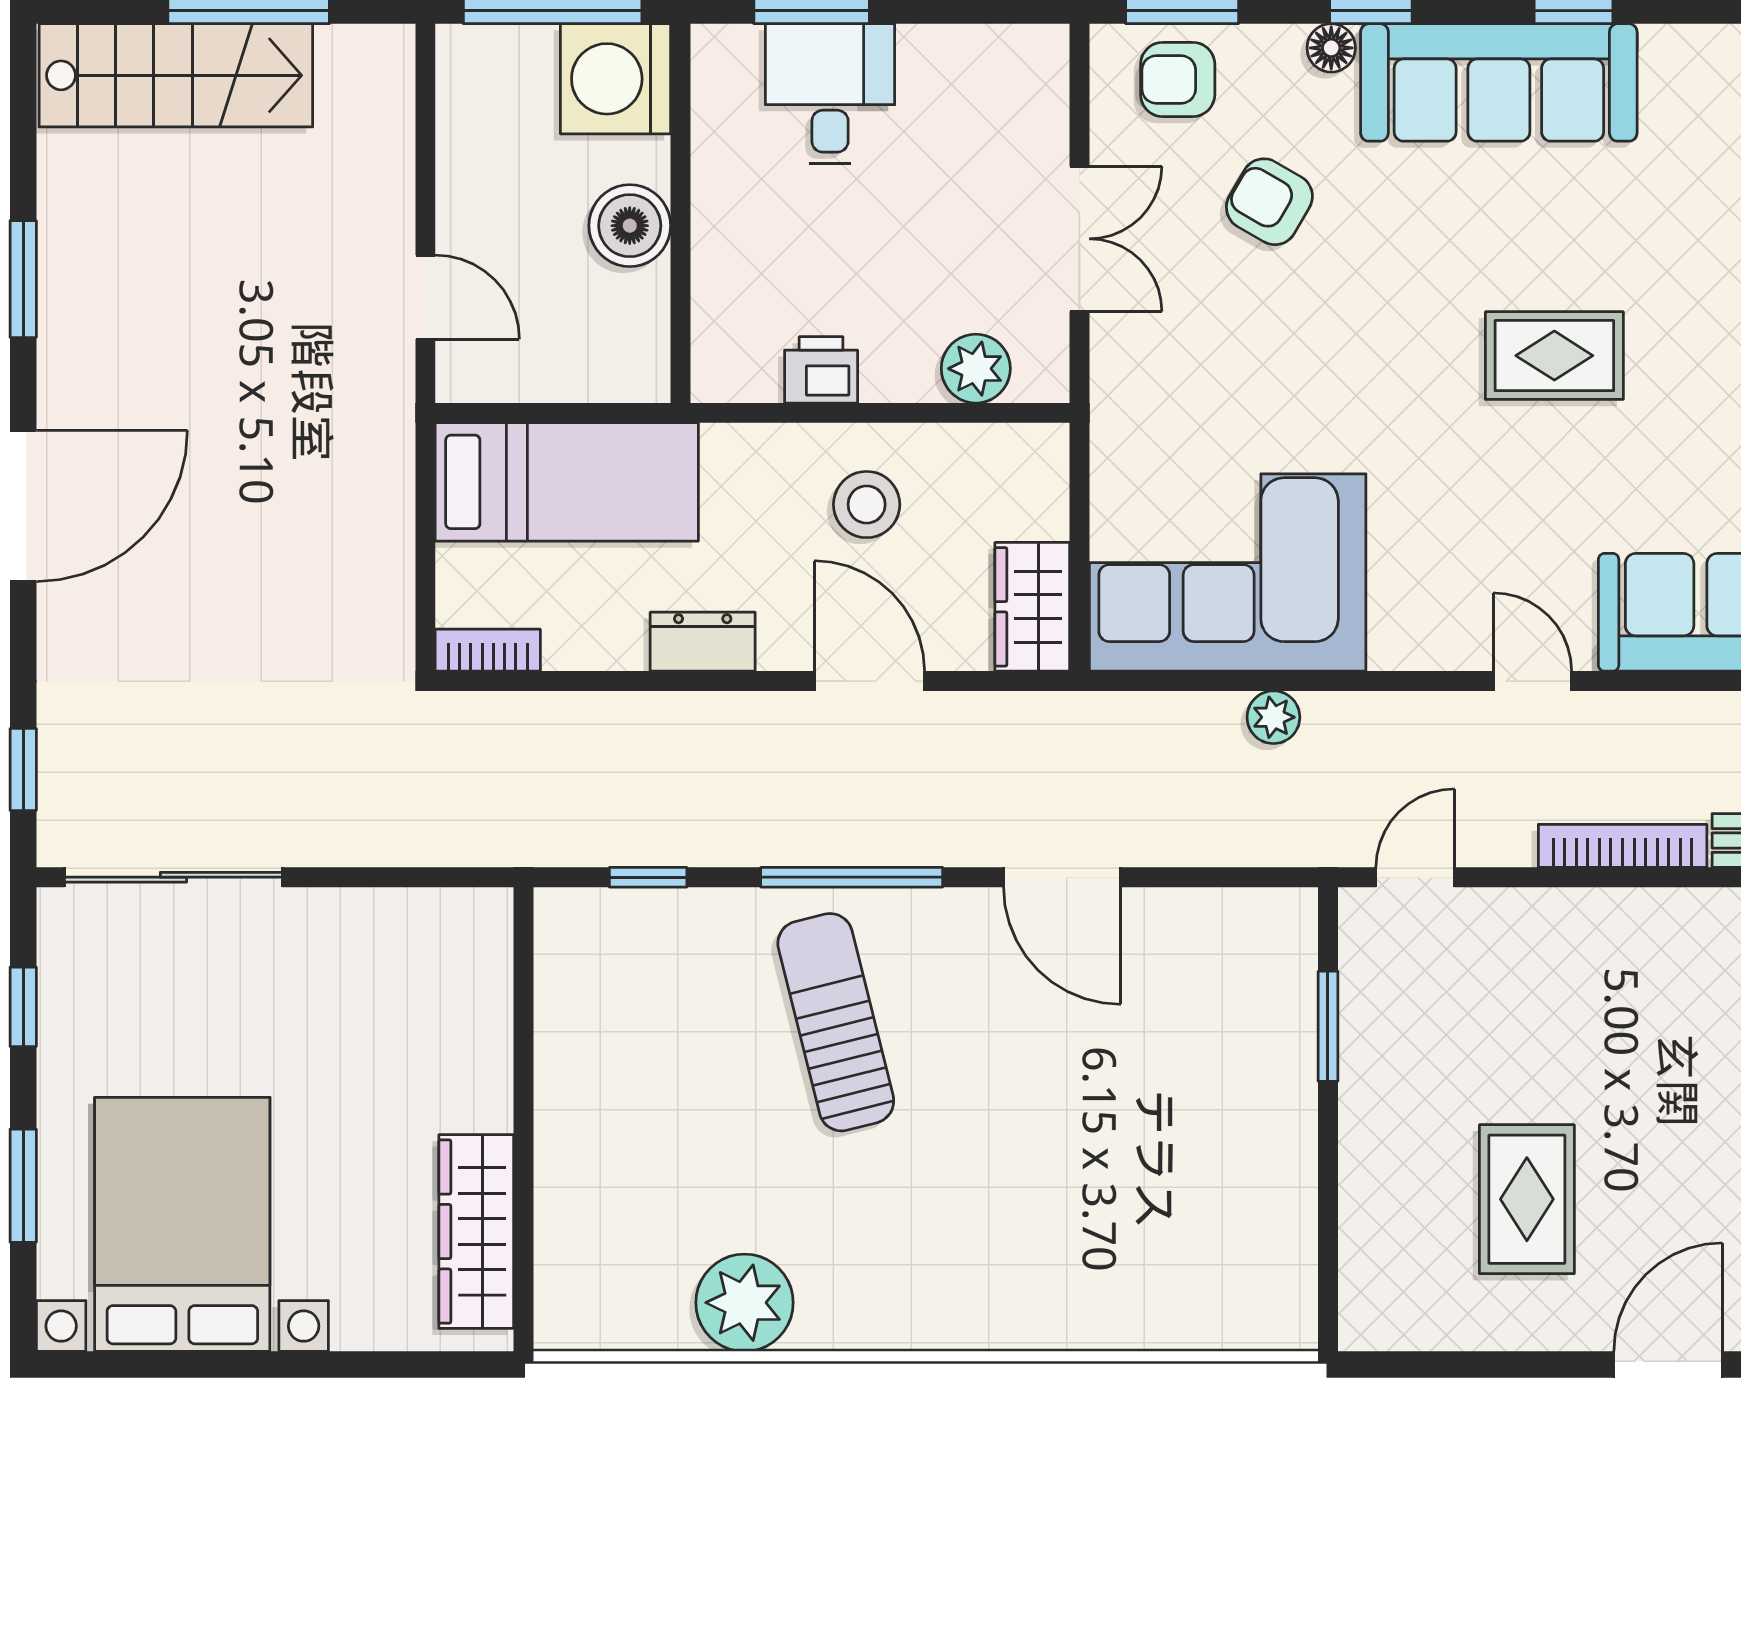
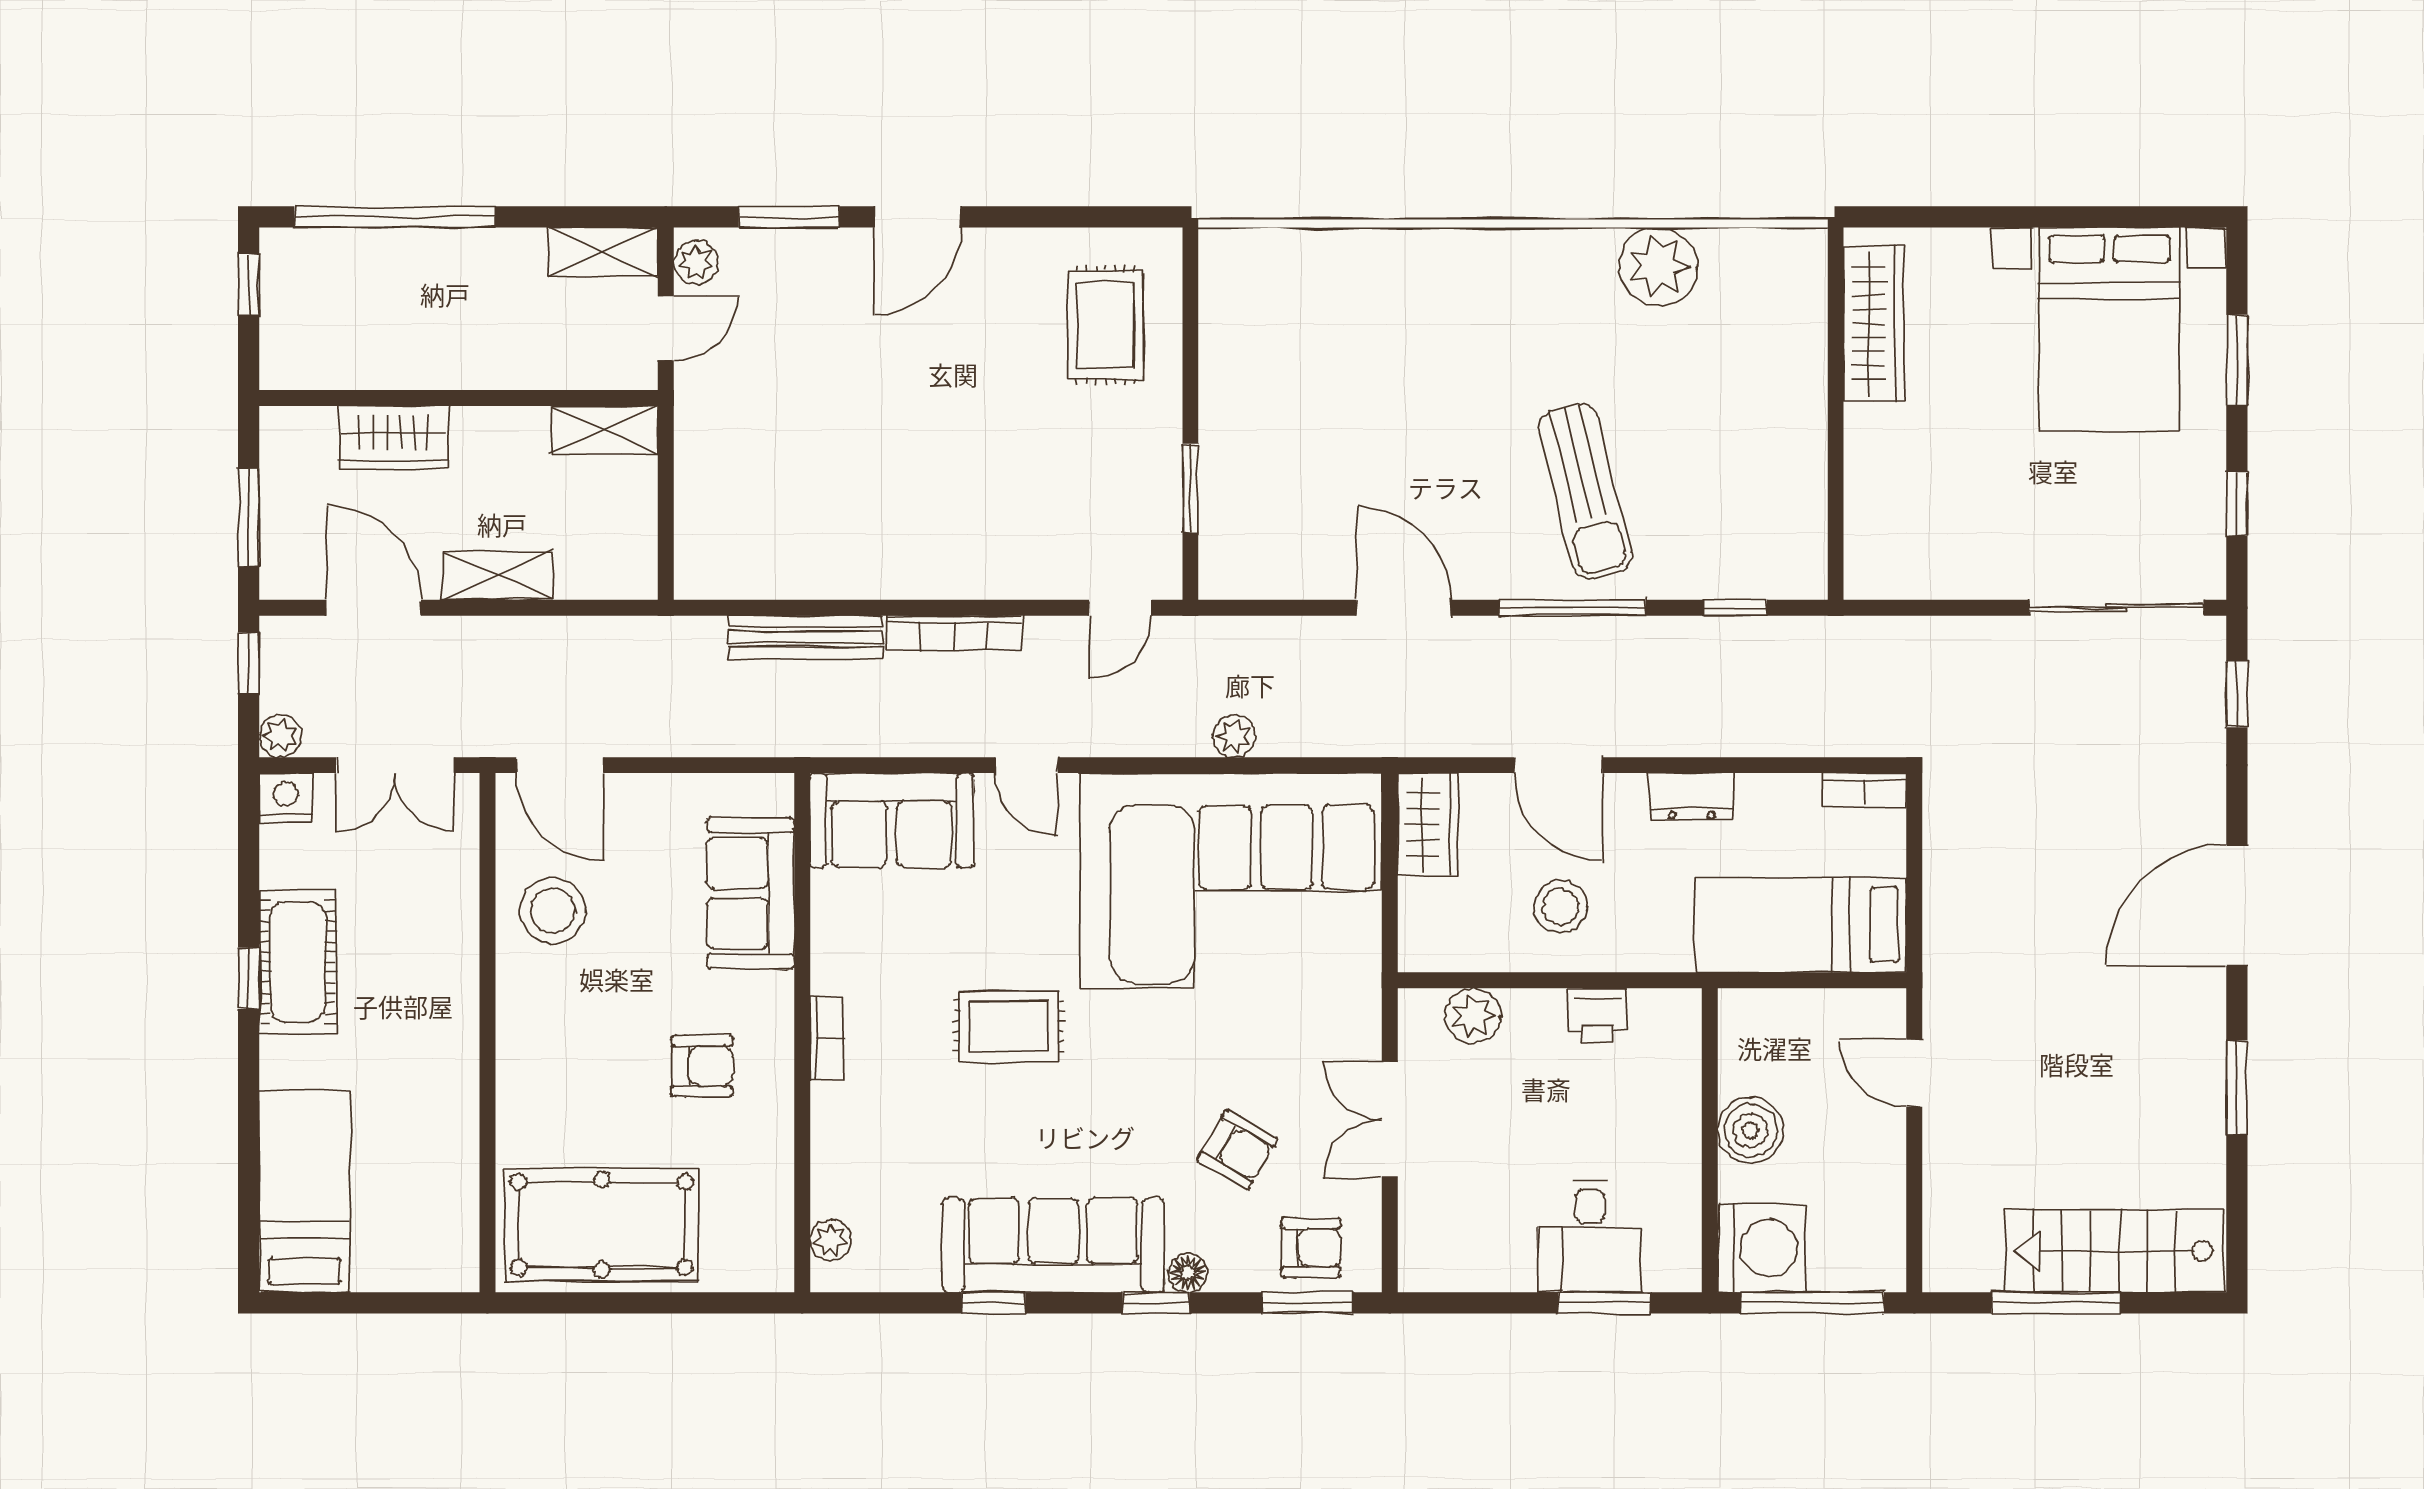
corner sofa: (1228, 572) -> (1231, 881), width x1.36, depth x1.36
rug: (1527, 1199) -> (1106, 325), moved

